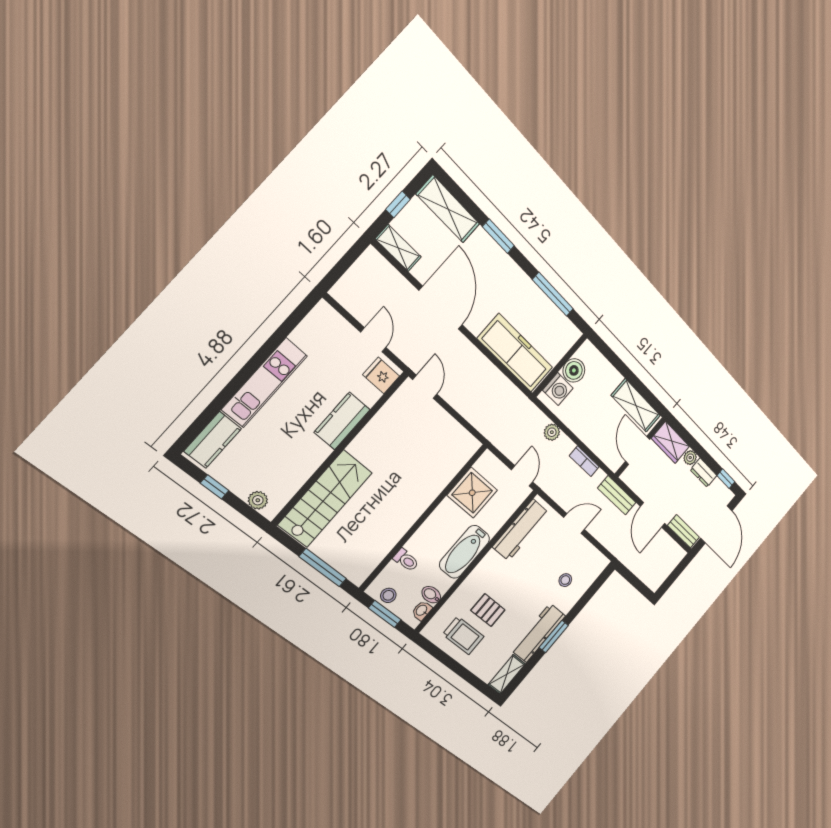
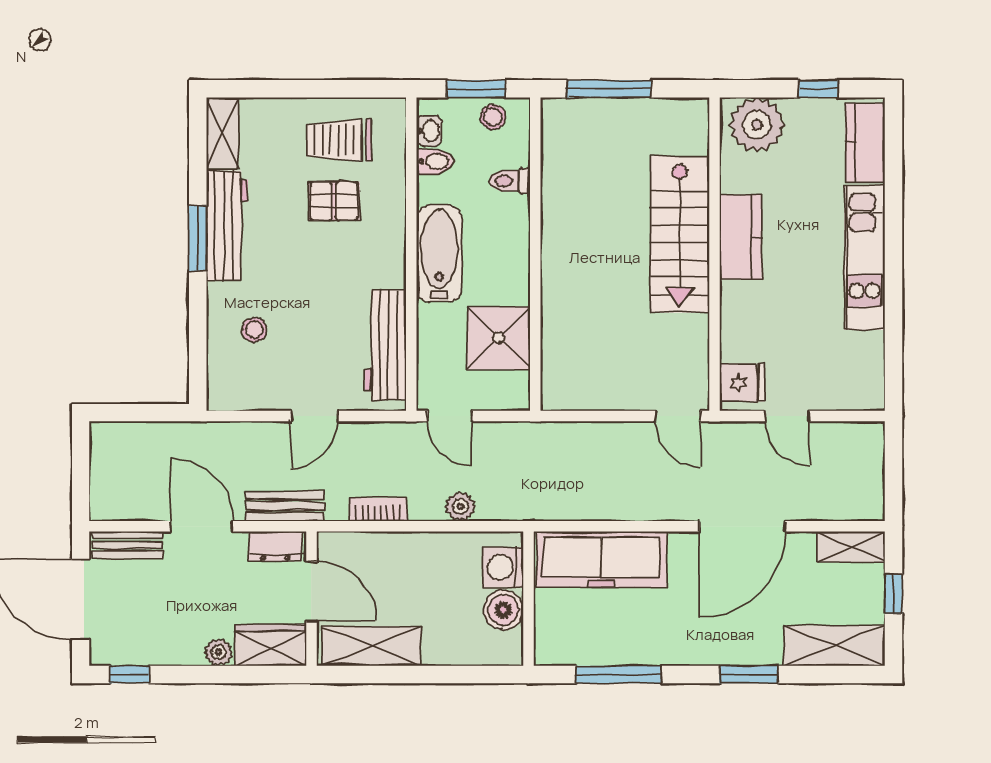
door: (441, 308) -> (742, 526), hinge flipped
kitchen counter: (342, 421) -> (741, 237), moved
dresser: (704, 473) -> (275, 546), moved, turned 180
stairs: (325, 499) -> (680, 234), moved
plant: (258, 500) -> (757, 125), width x1.88, depth x1.88

